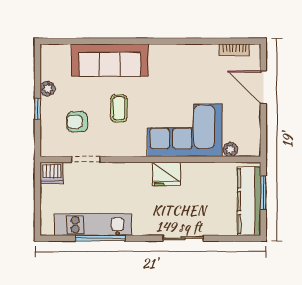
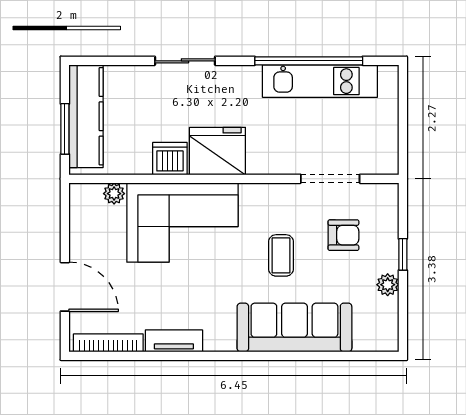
bookcase: (234, 50) -> (108, 343), width x1.56
tv unit: (190, 51) -> (174, 341), added
doorway: (86, 159) -> (330, 179), width x1.38
dishwasher: (52, 173) -> (170, 159), moved
fridge: (166, 174) -> (217, 151), width x1.36, depth x1.34
window: (100, 238) -> (309, 61), width x1.46

